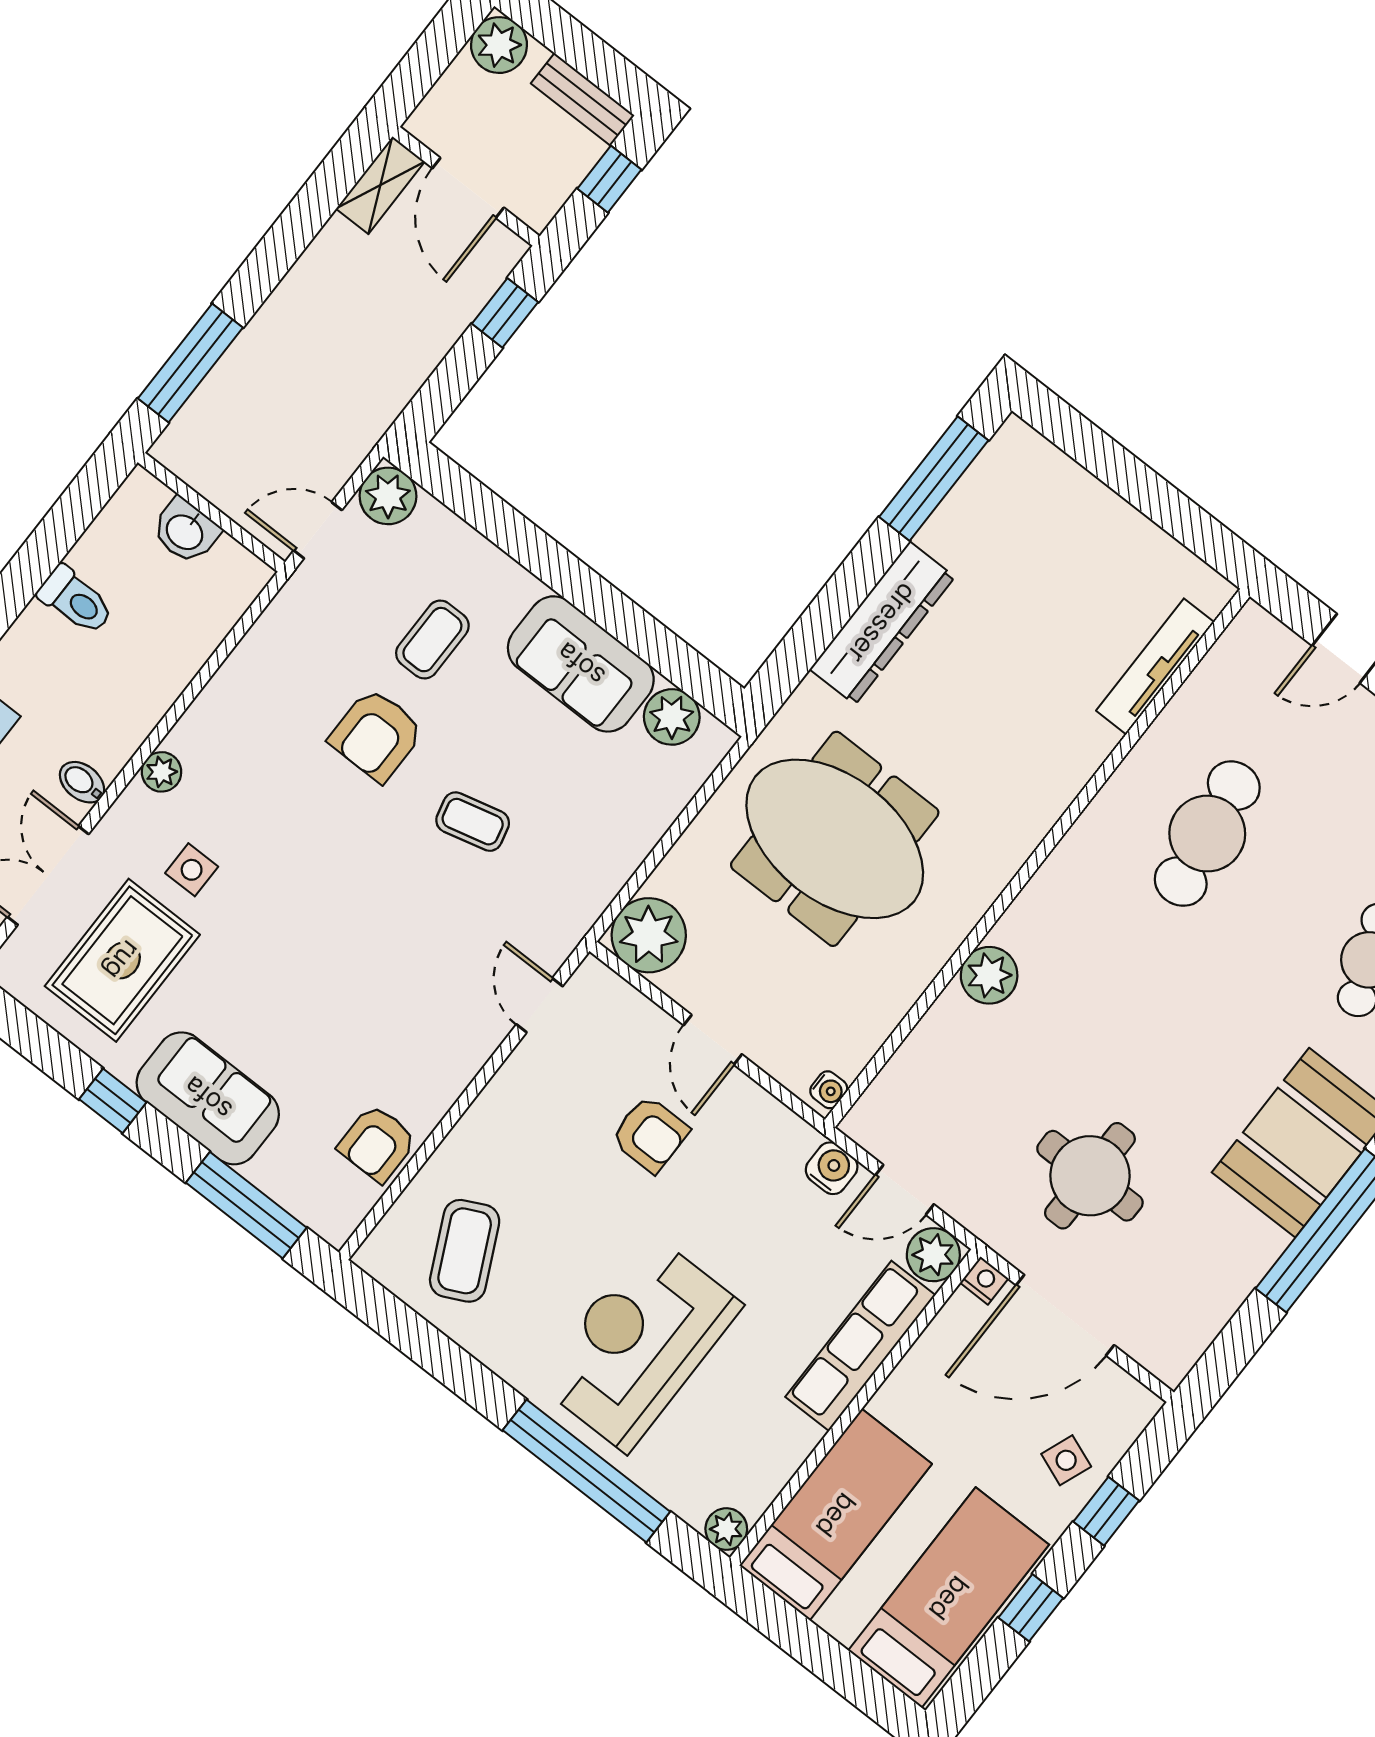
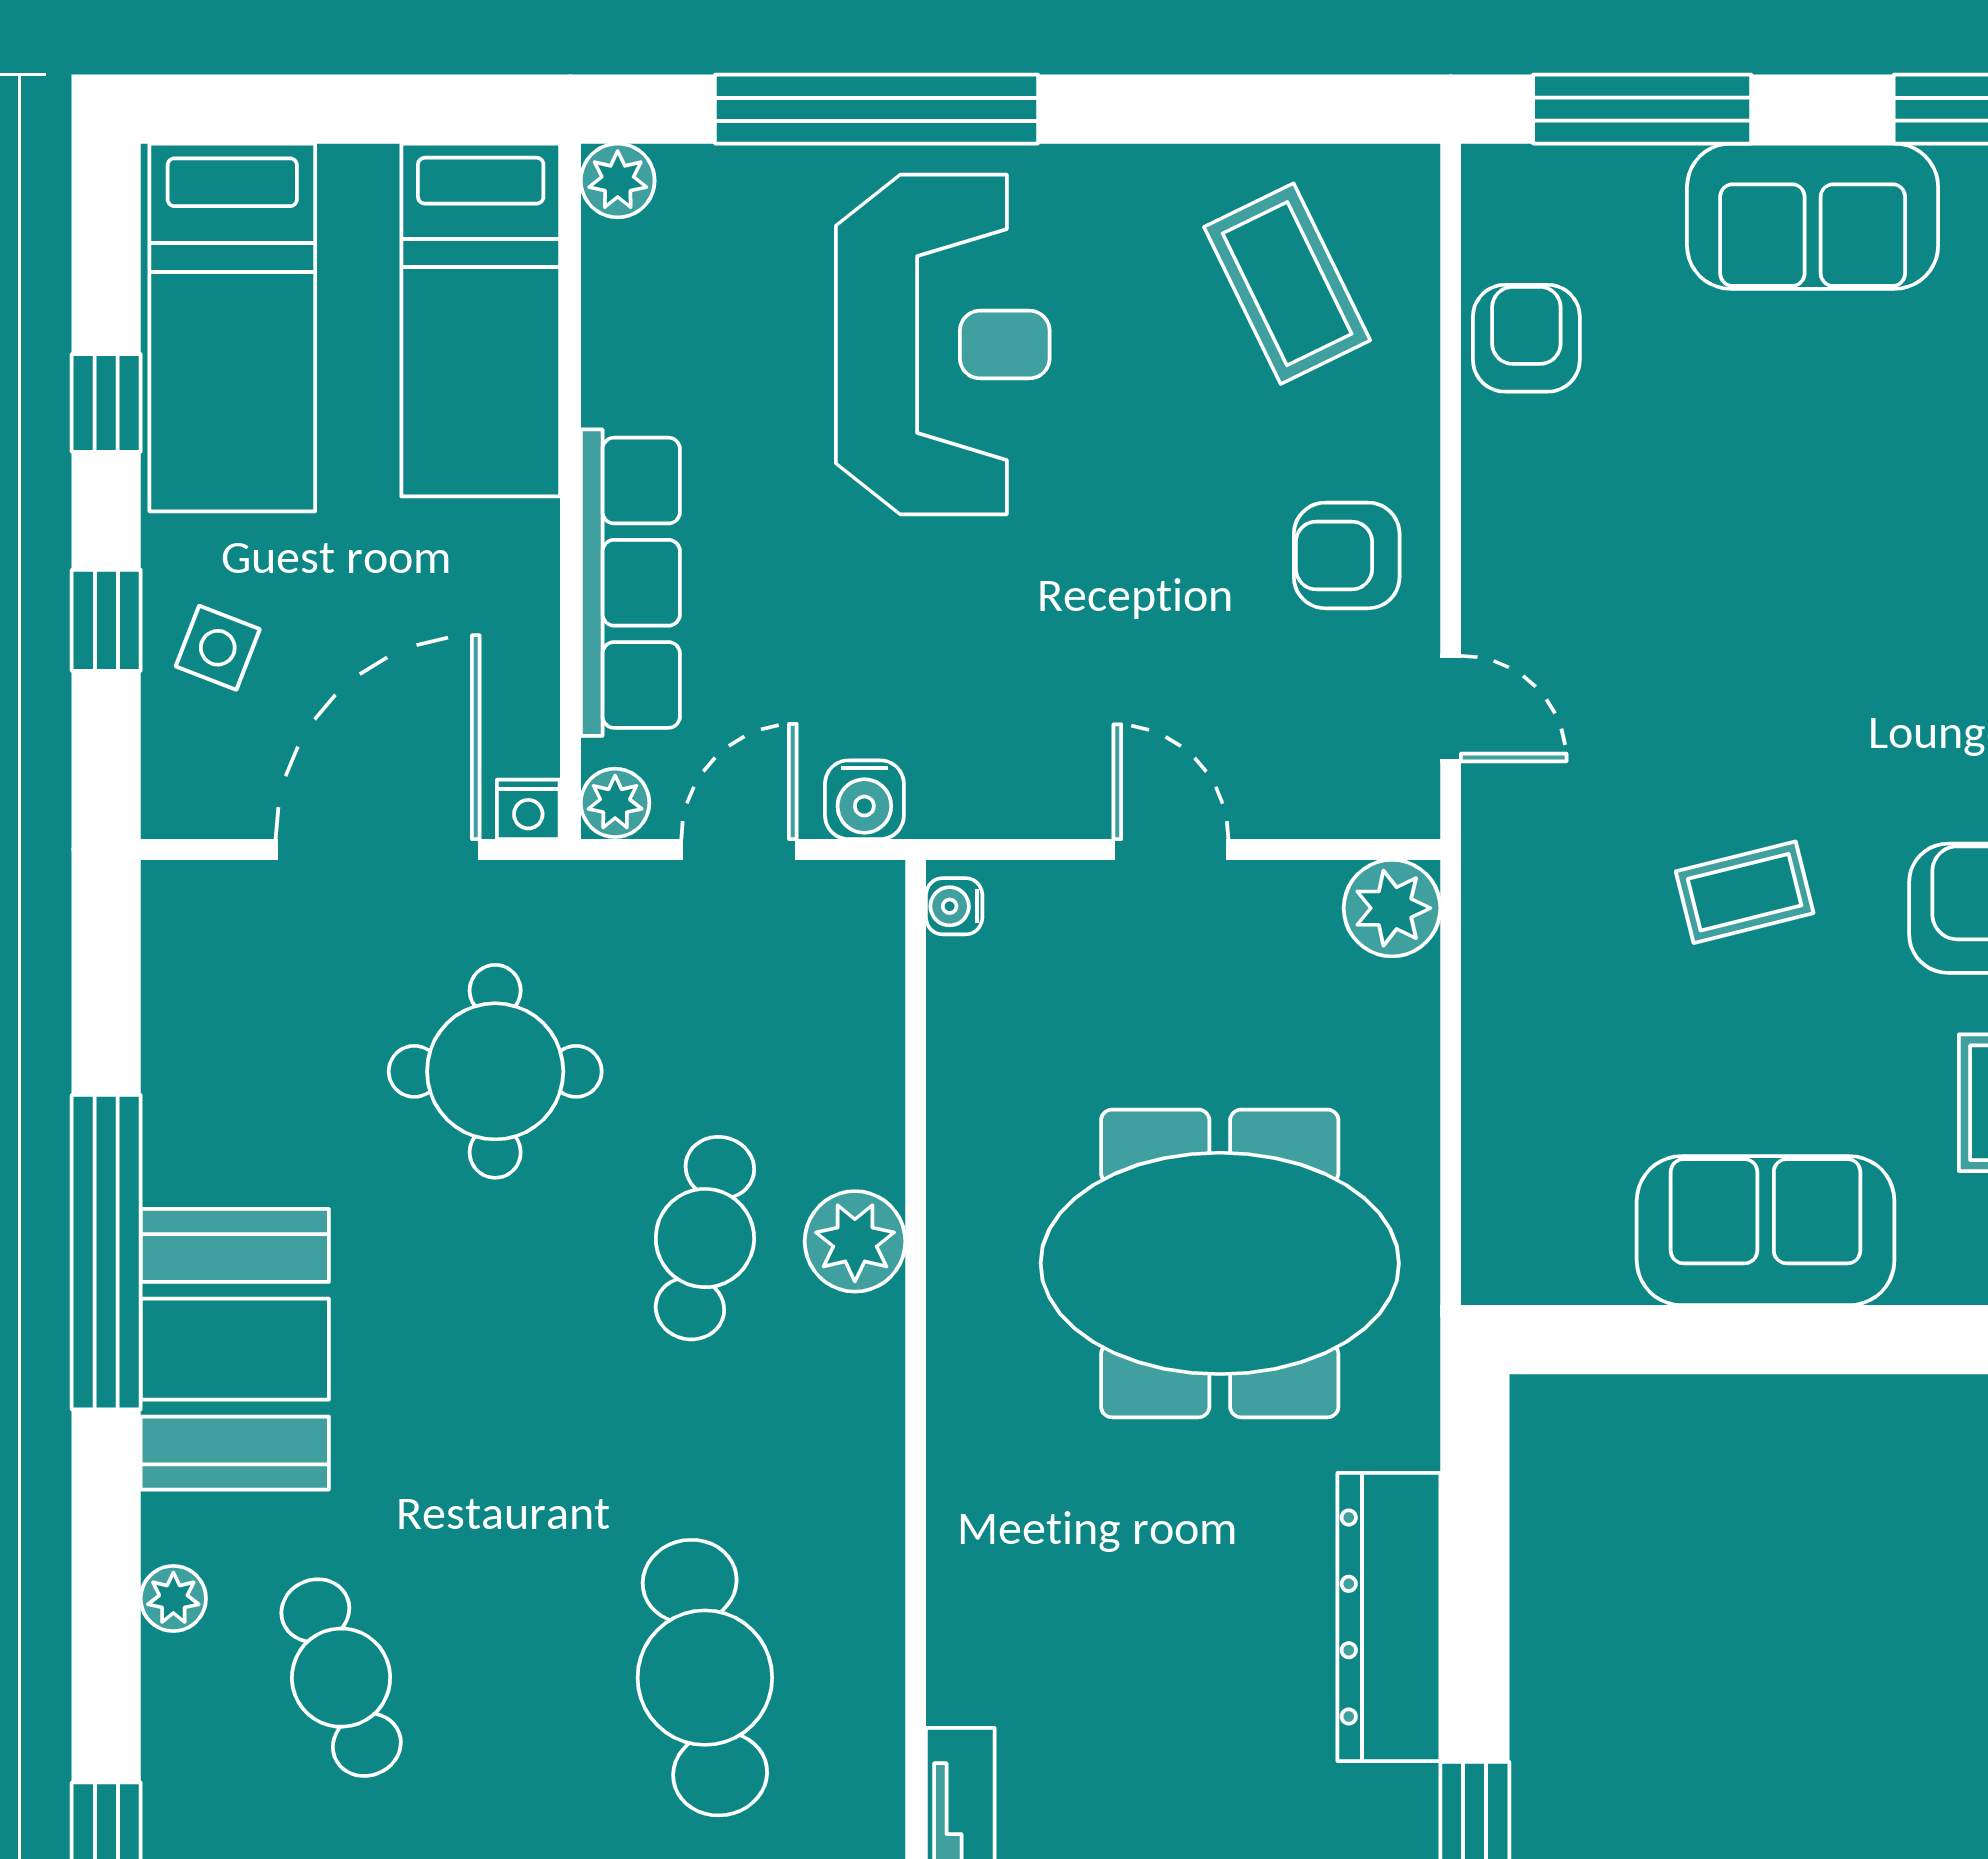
plant: (672, 717) -> (1581, 1256), removed
plant: (649, 935) -> (1392, 908), width x0.73, depth x0.73
cafe table: (1055, 1029) -> (705, 1238), added
armchair: (650, 1134) -> (1347, 555), moved
plant: (933, 1255) -> (615, 803), width x0.73, depth x0.73

